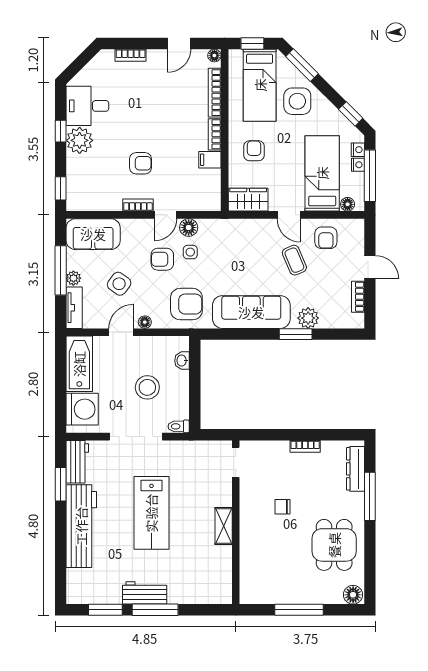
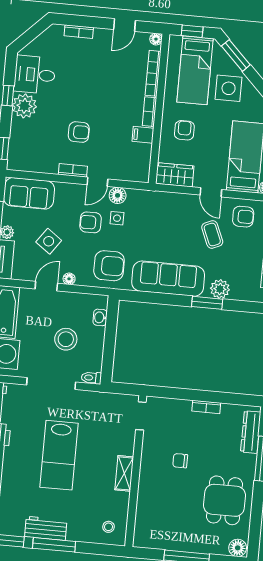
armchair: (326, 238) -> (243, 217), turned -90
stool: (212, 585) -> (108, 527), added

